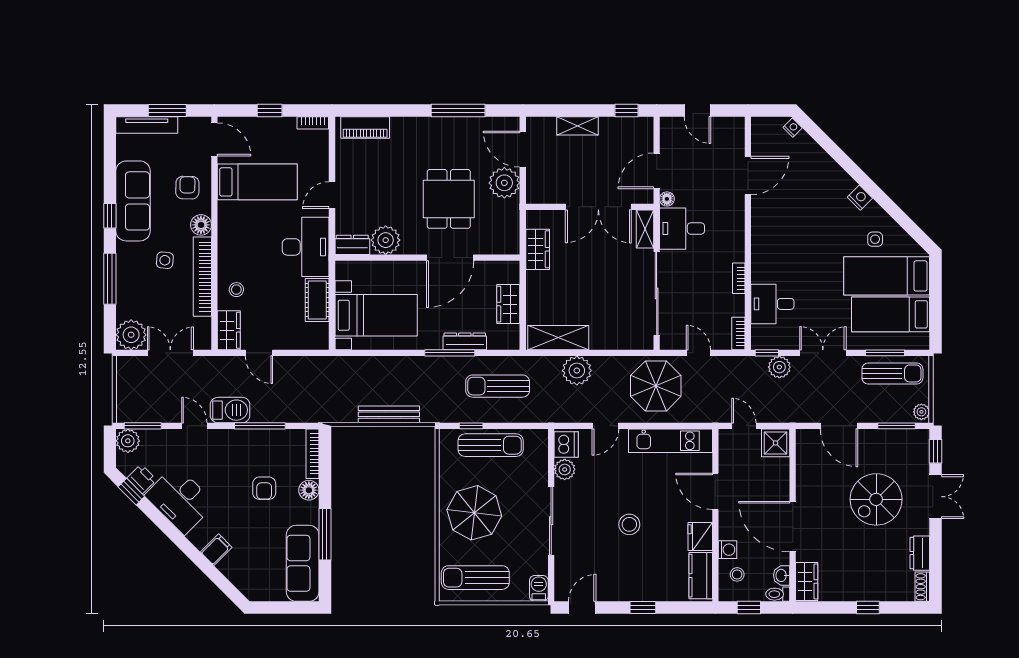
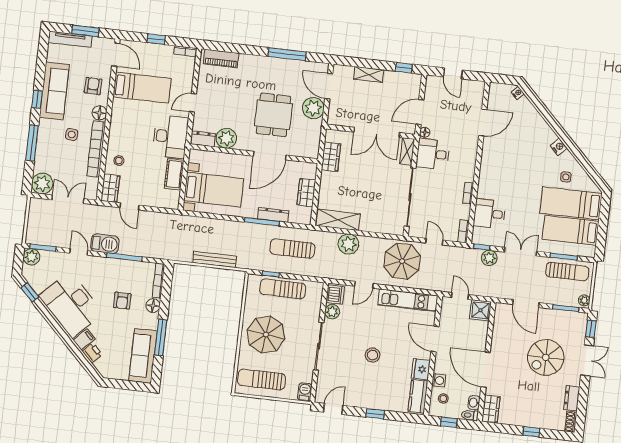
sun lounger: (491, 445) -> (283, 289), turned 180
printer: (142, 479) -> (92, 353), moved
desk: (180, 500) -> (71, 305), width x1.36, depth x1.30

